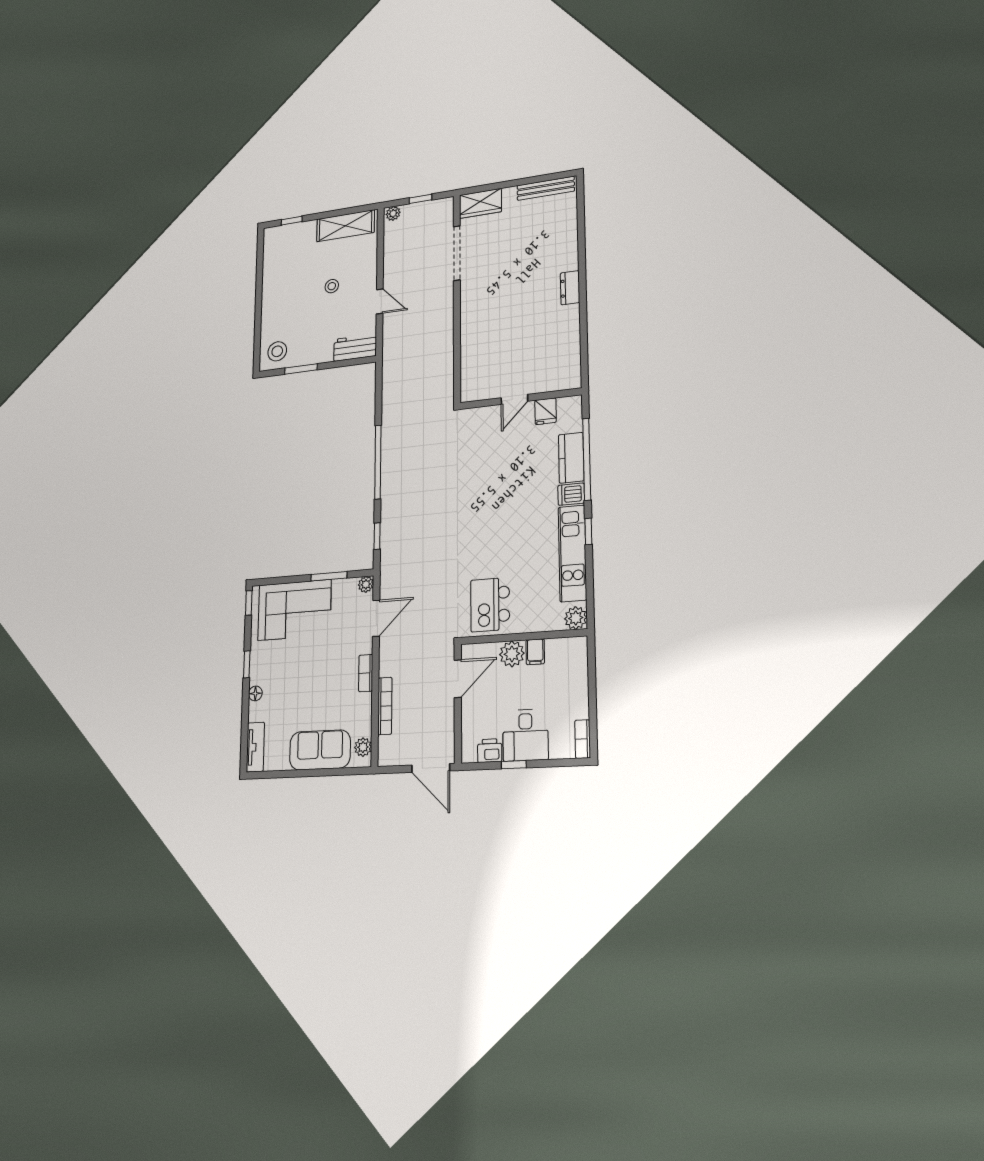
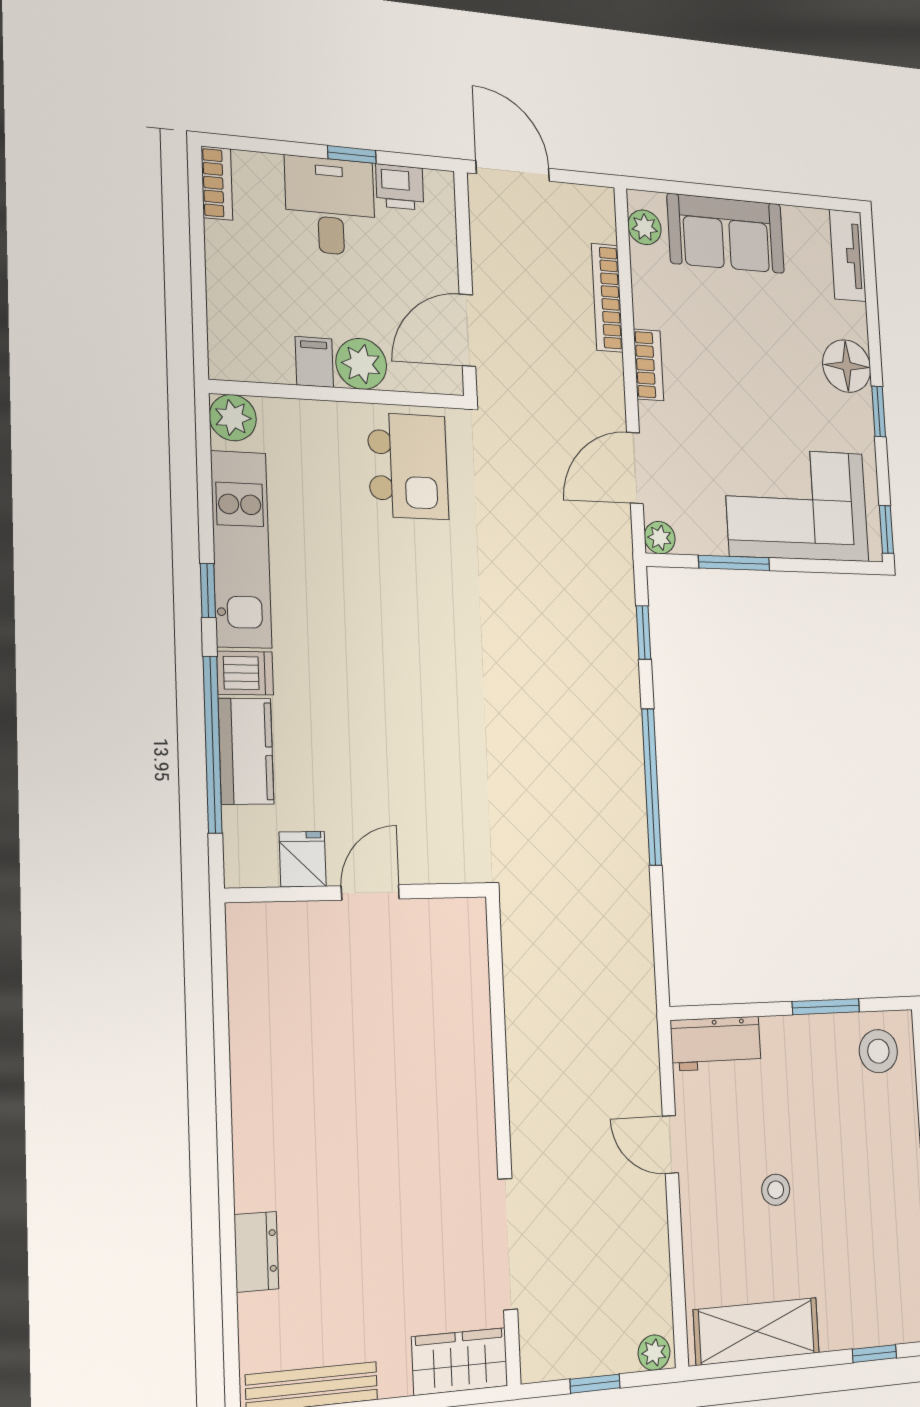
dresser: (570, 288) -> (256, 1252), moved
floor lamp: (255, 693) -> (847, 366), width x1.89, depth x1.89

